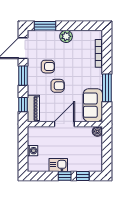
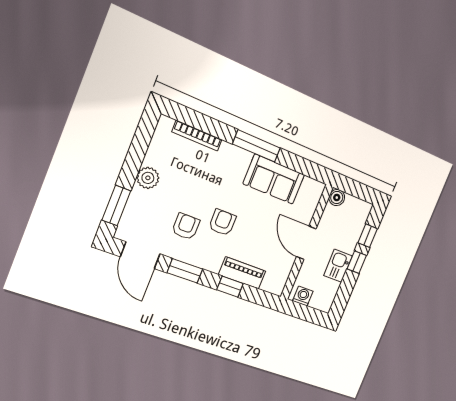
door: (64, 124) -> (306, 243), moved
wall: (65, 124) -> (307, 242), moved
boiler: (97, 131) -> (337, 198), moved

